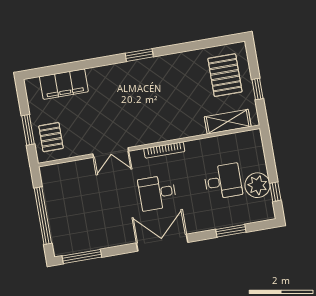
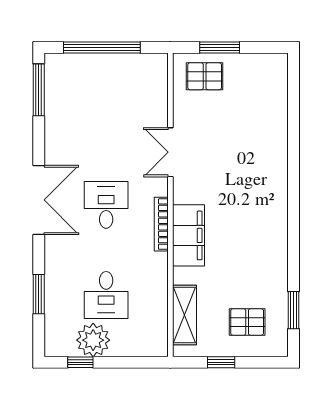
window: (139, 55) -> (294, 310), moved
pallet: (225, 75) -> (247, 322), width x0.67, depth x0.71
filing cabinet: (64, 84) -> (188, 235), moved, turned 180

